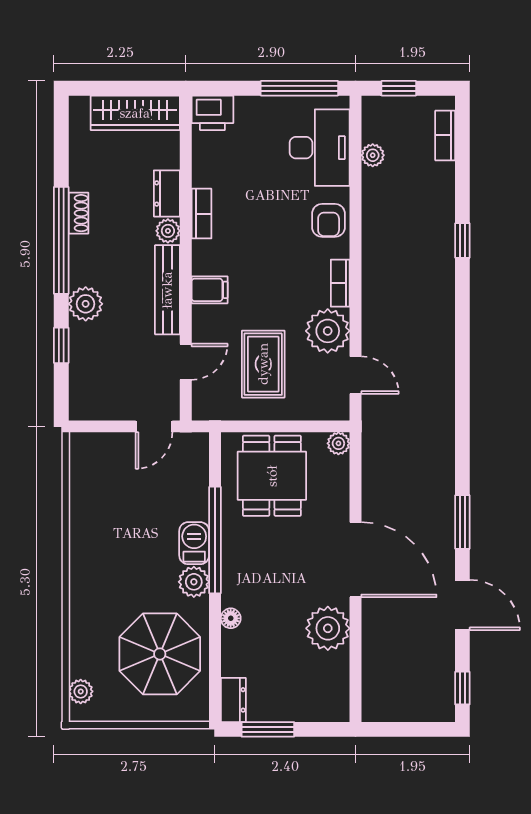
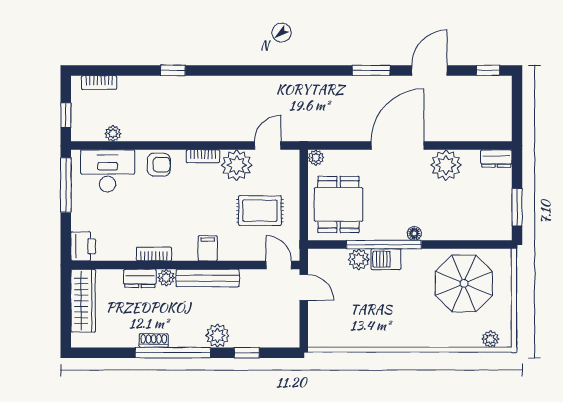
door: (186, 362) -> (279, 265), moved
dining table: (272, 476) -> (339, 204), turned 90
plant: (194, 582) -> (359, 259), moved
floor lamp: (231, 618) -> (414, 233), moved
dresser: (233, 700) -> (496, 158), moved, turned 180

